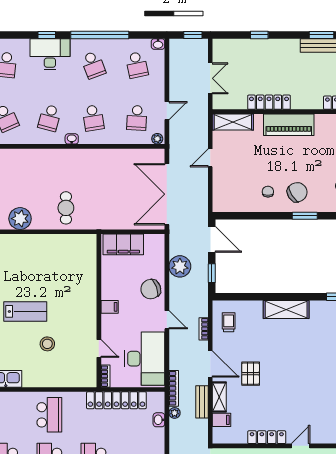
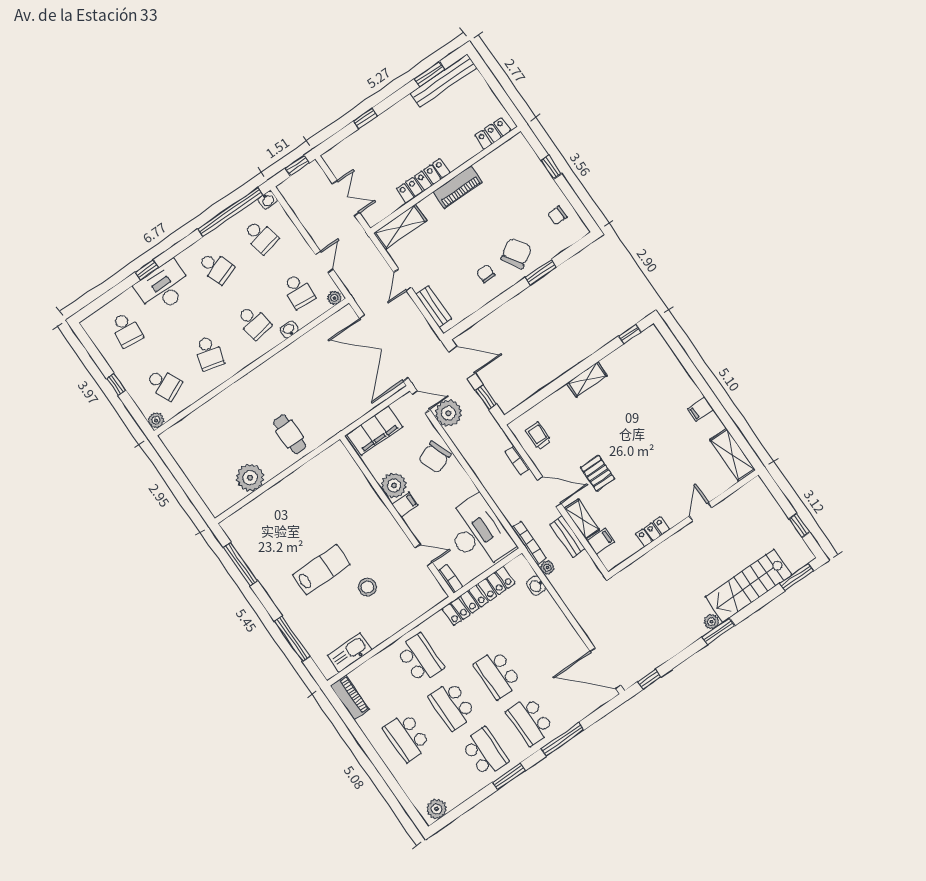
window: (100, 35) -> (230, 212), moved
piano: (289, 125) -> (458, 187), width x0.73, depth x0.75
washbasin: (72, 139) -> (289, 330), moved
bench: (219, 190) -> (434, 307), added
plant: (111, 289) -> (394, 485), added
shelving: (286, 310) -> (587, 379), width x0.67, depth x0.75
door: (167, 320) -> (421, 402), moved
locker: (267, 437) -> (652, 532), width x0.66

